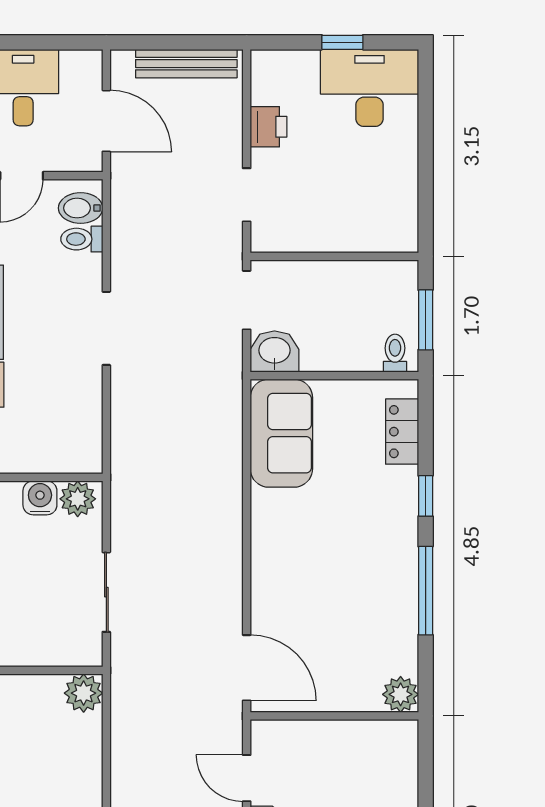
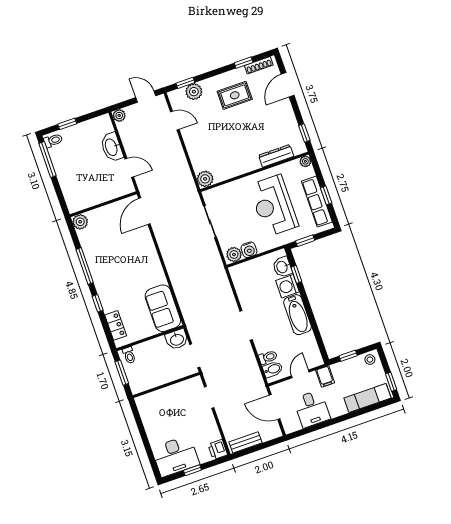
bench: (186, 64) -> (246, 442), width x0.73
printer: (268, 127) -> (218, 450), moved
door: (247, 668) -> (144, 211), hinge flipped

